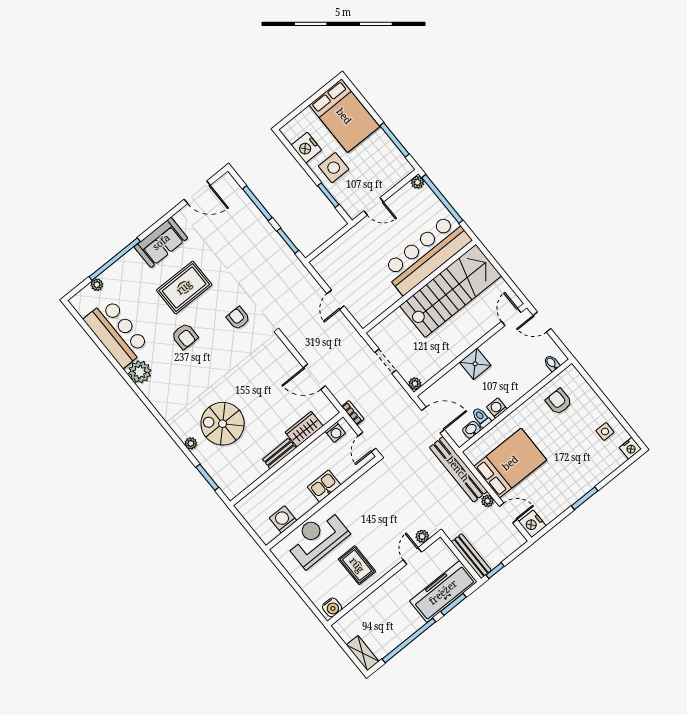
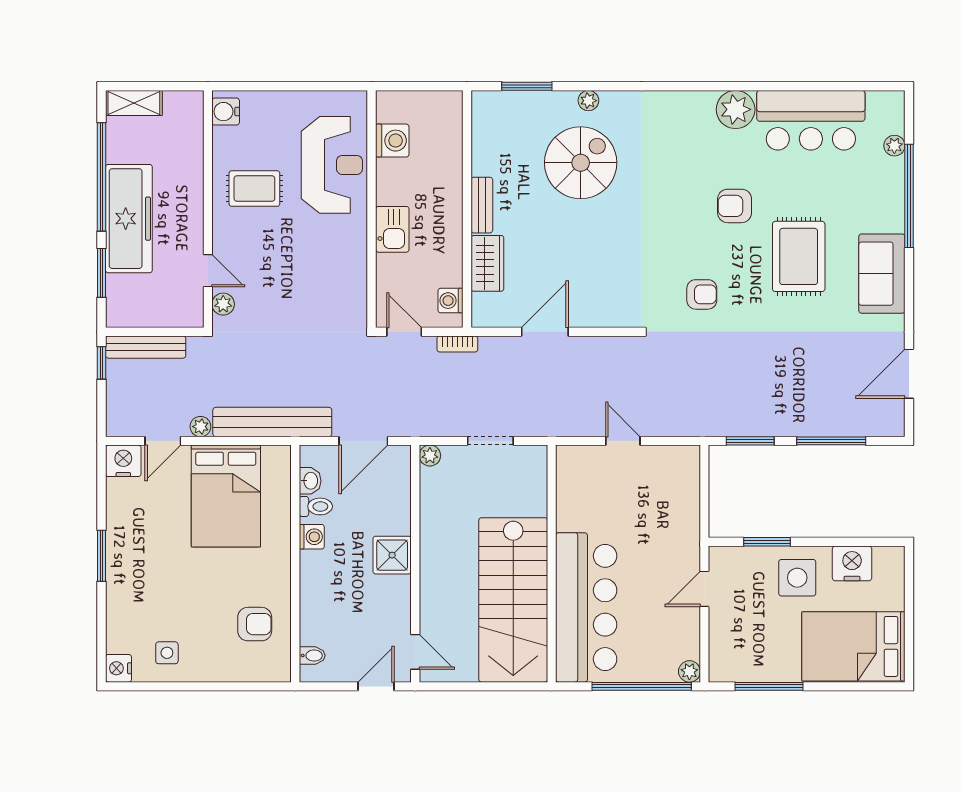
freezer: (443, 592) -> (129, 219), moved

